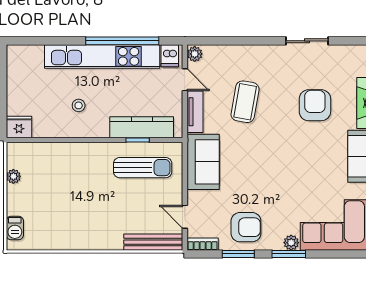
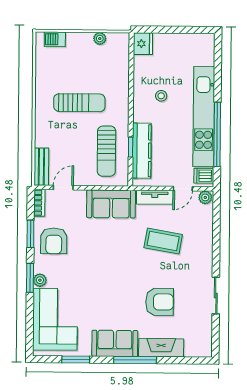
sun lounger: (87, 199) -> (79, 103), added
bench: (153, 242) -> (41, 167), width x0.73

